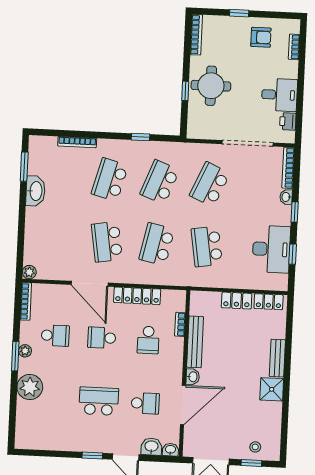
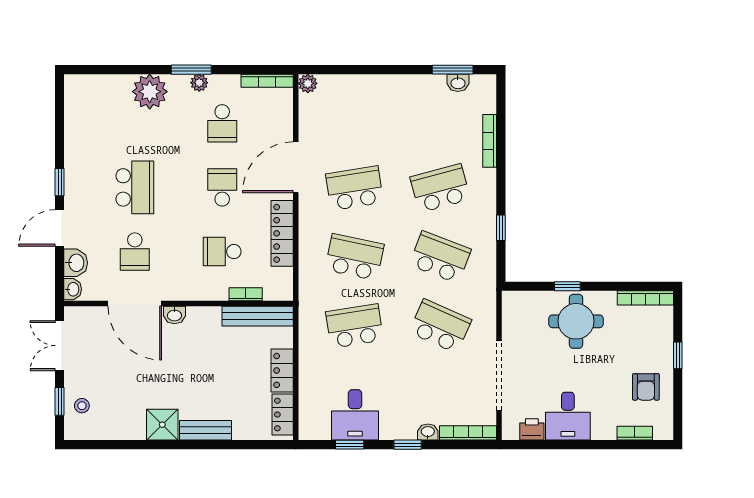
school desk: (110, 180) -> (440, 188), turned -30
washbasin: (35, 191) -> (458, 83), moved, width x0.52, depth x0.69
desk: (271, 249) -> (355, 415), width x0.73
bench: (195, 342) -> (258, 316), moved

